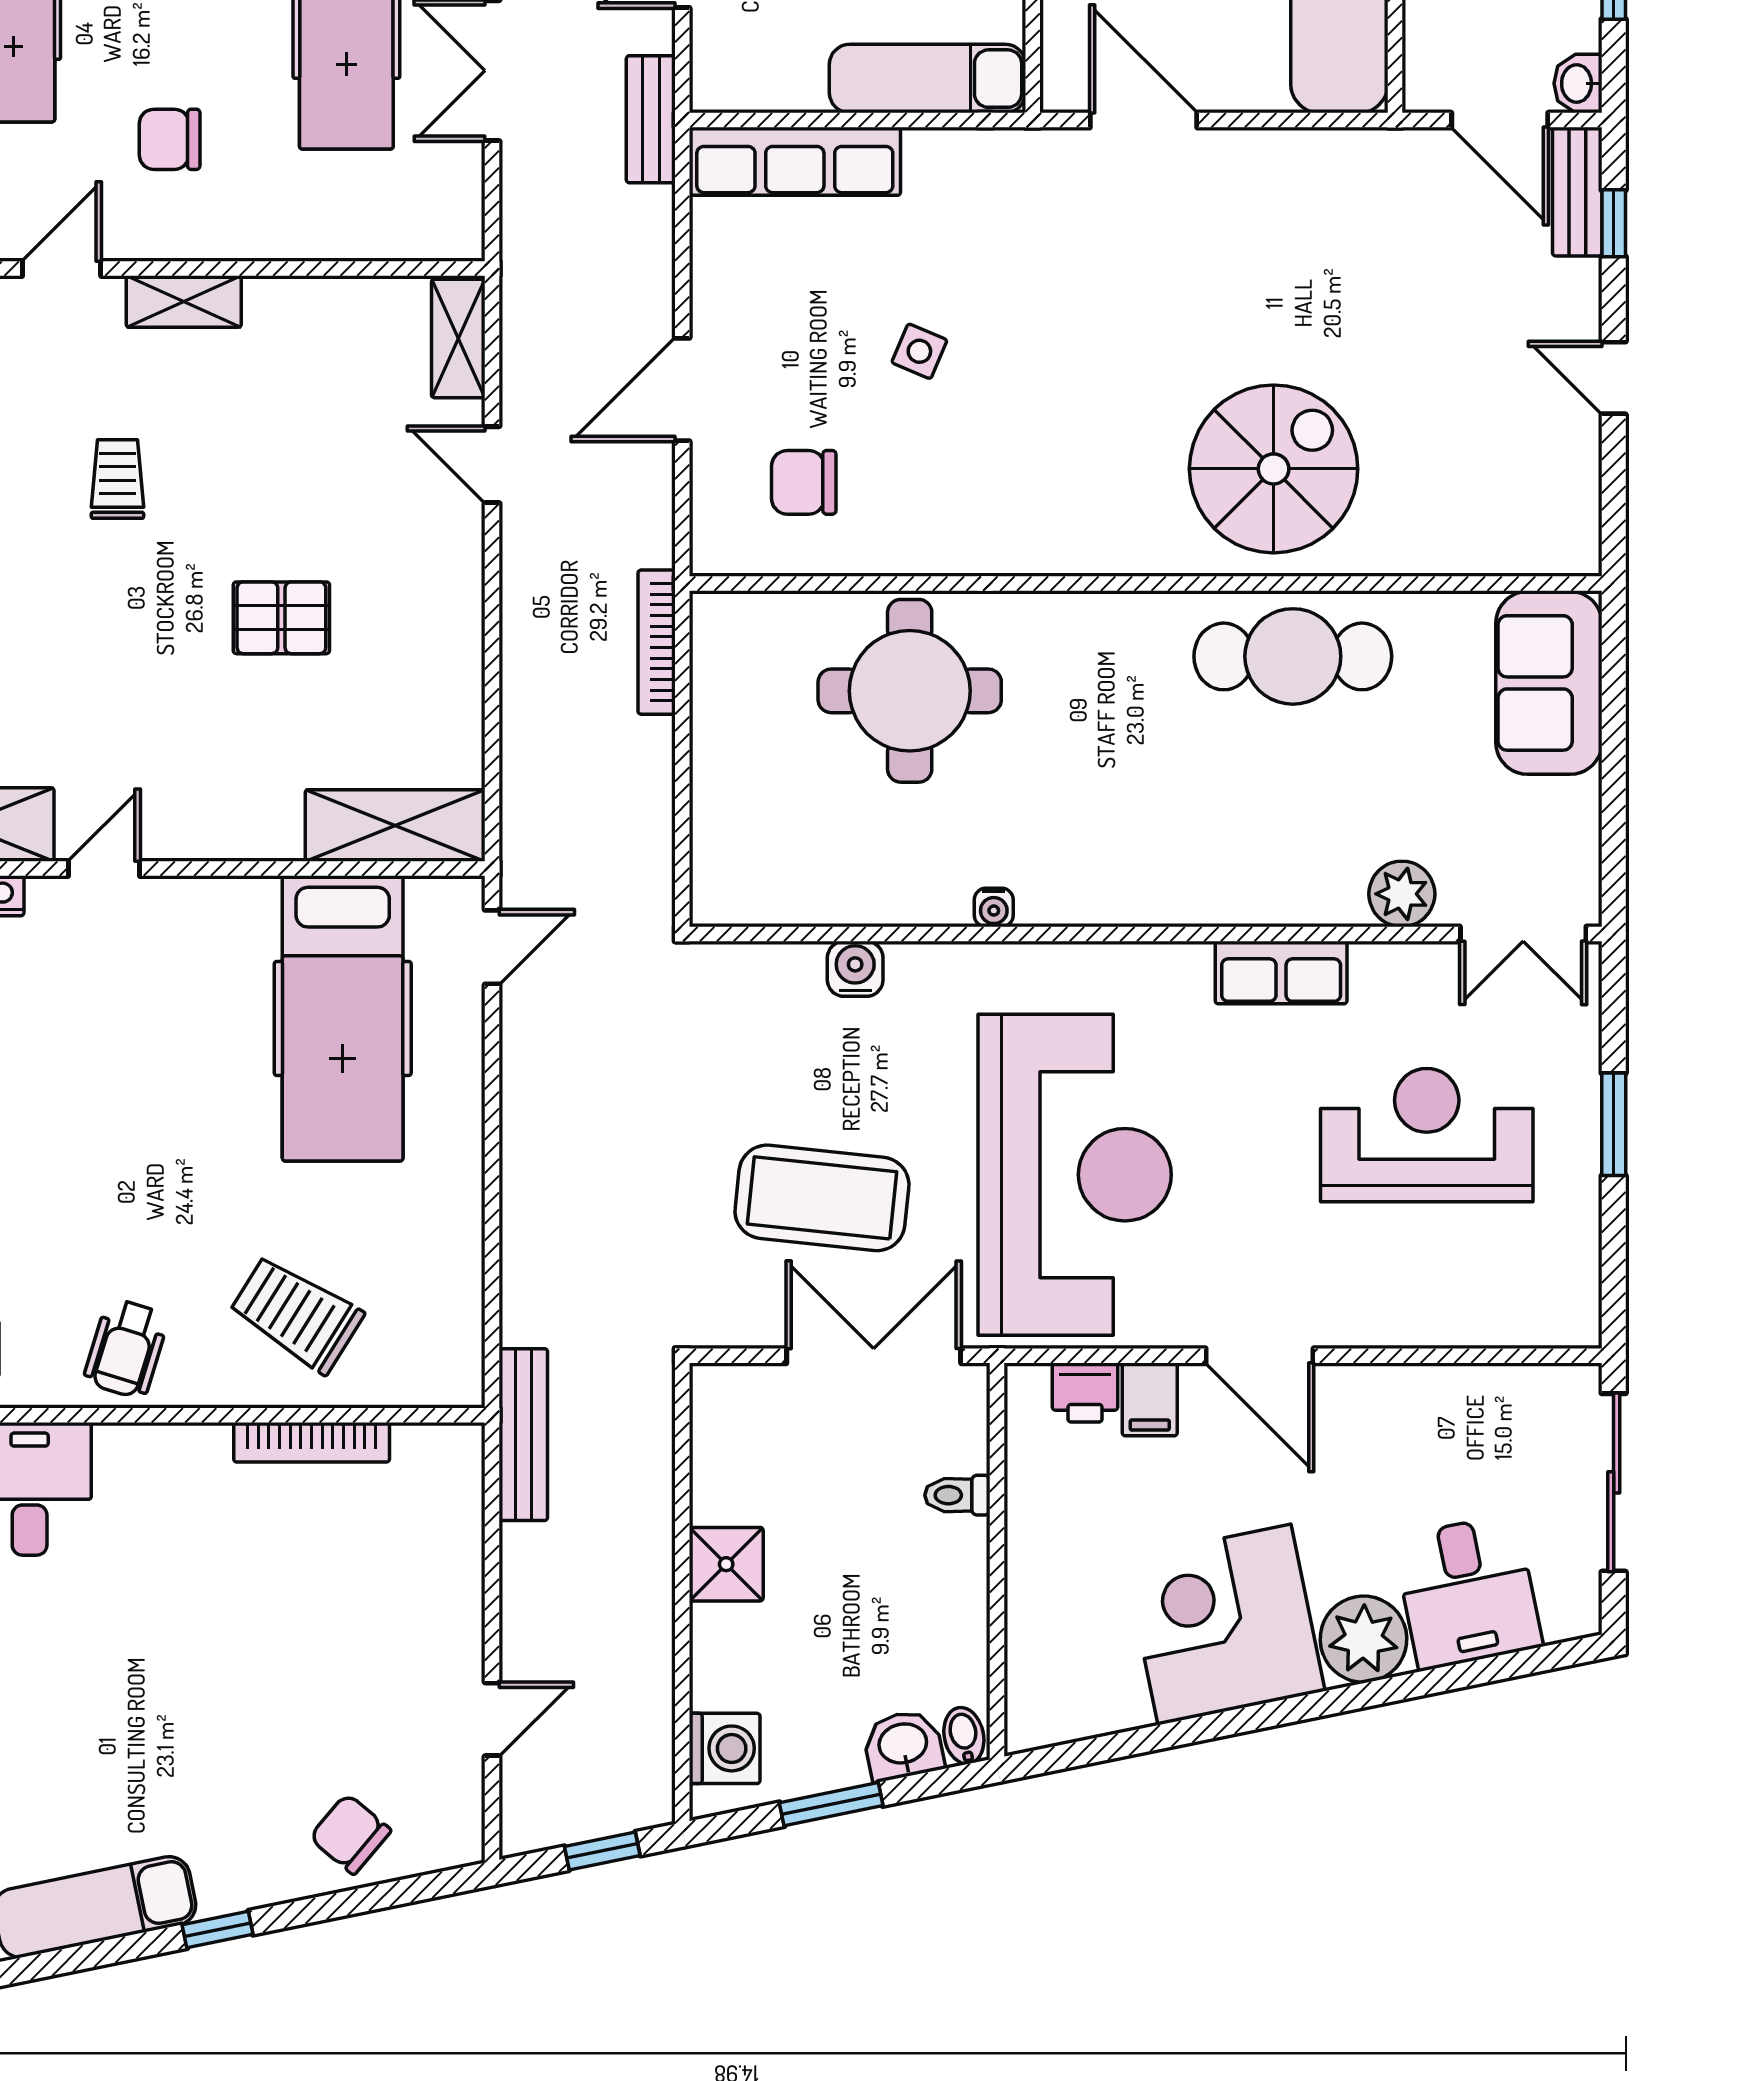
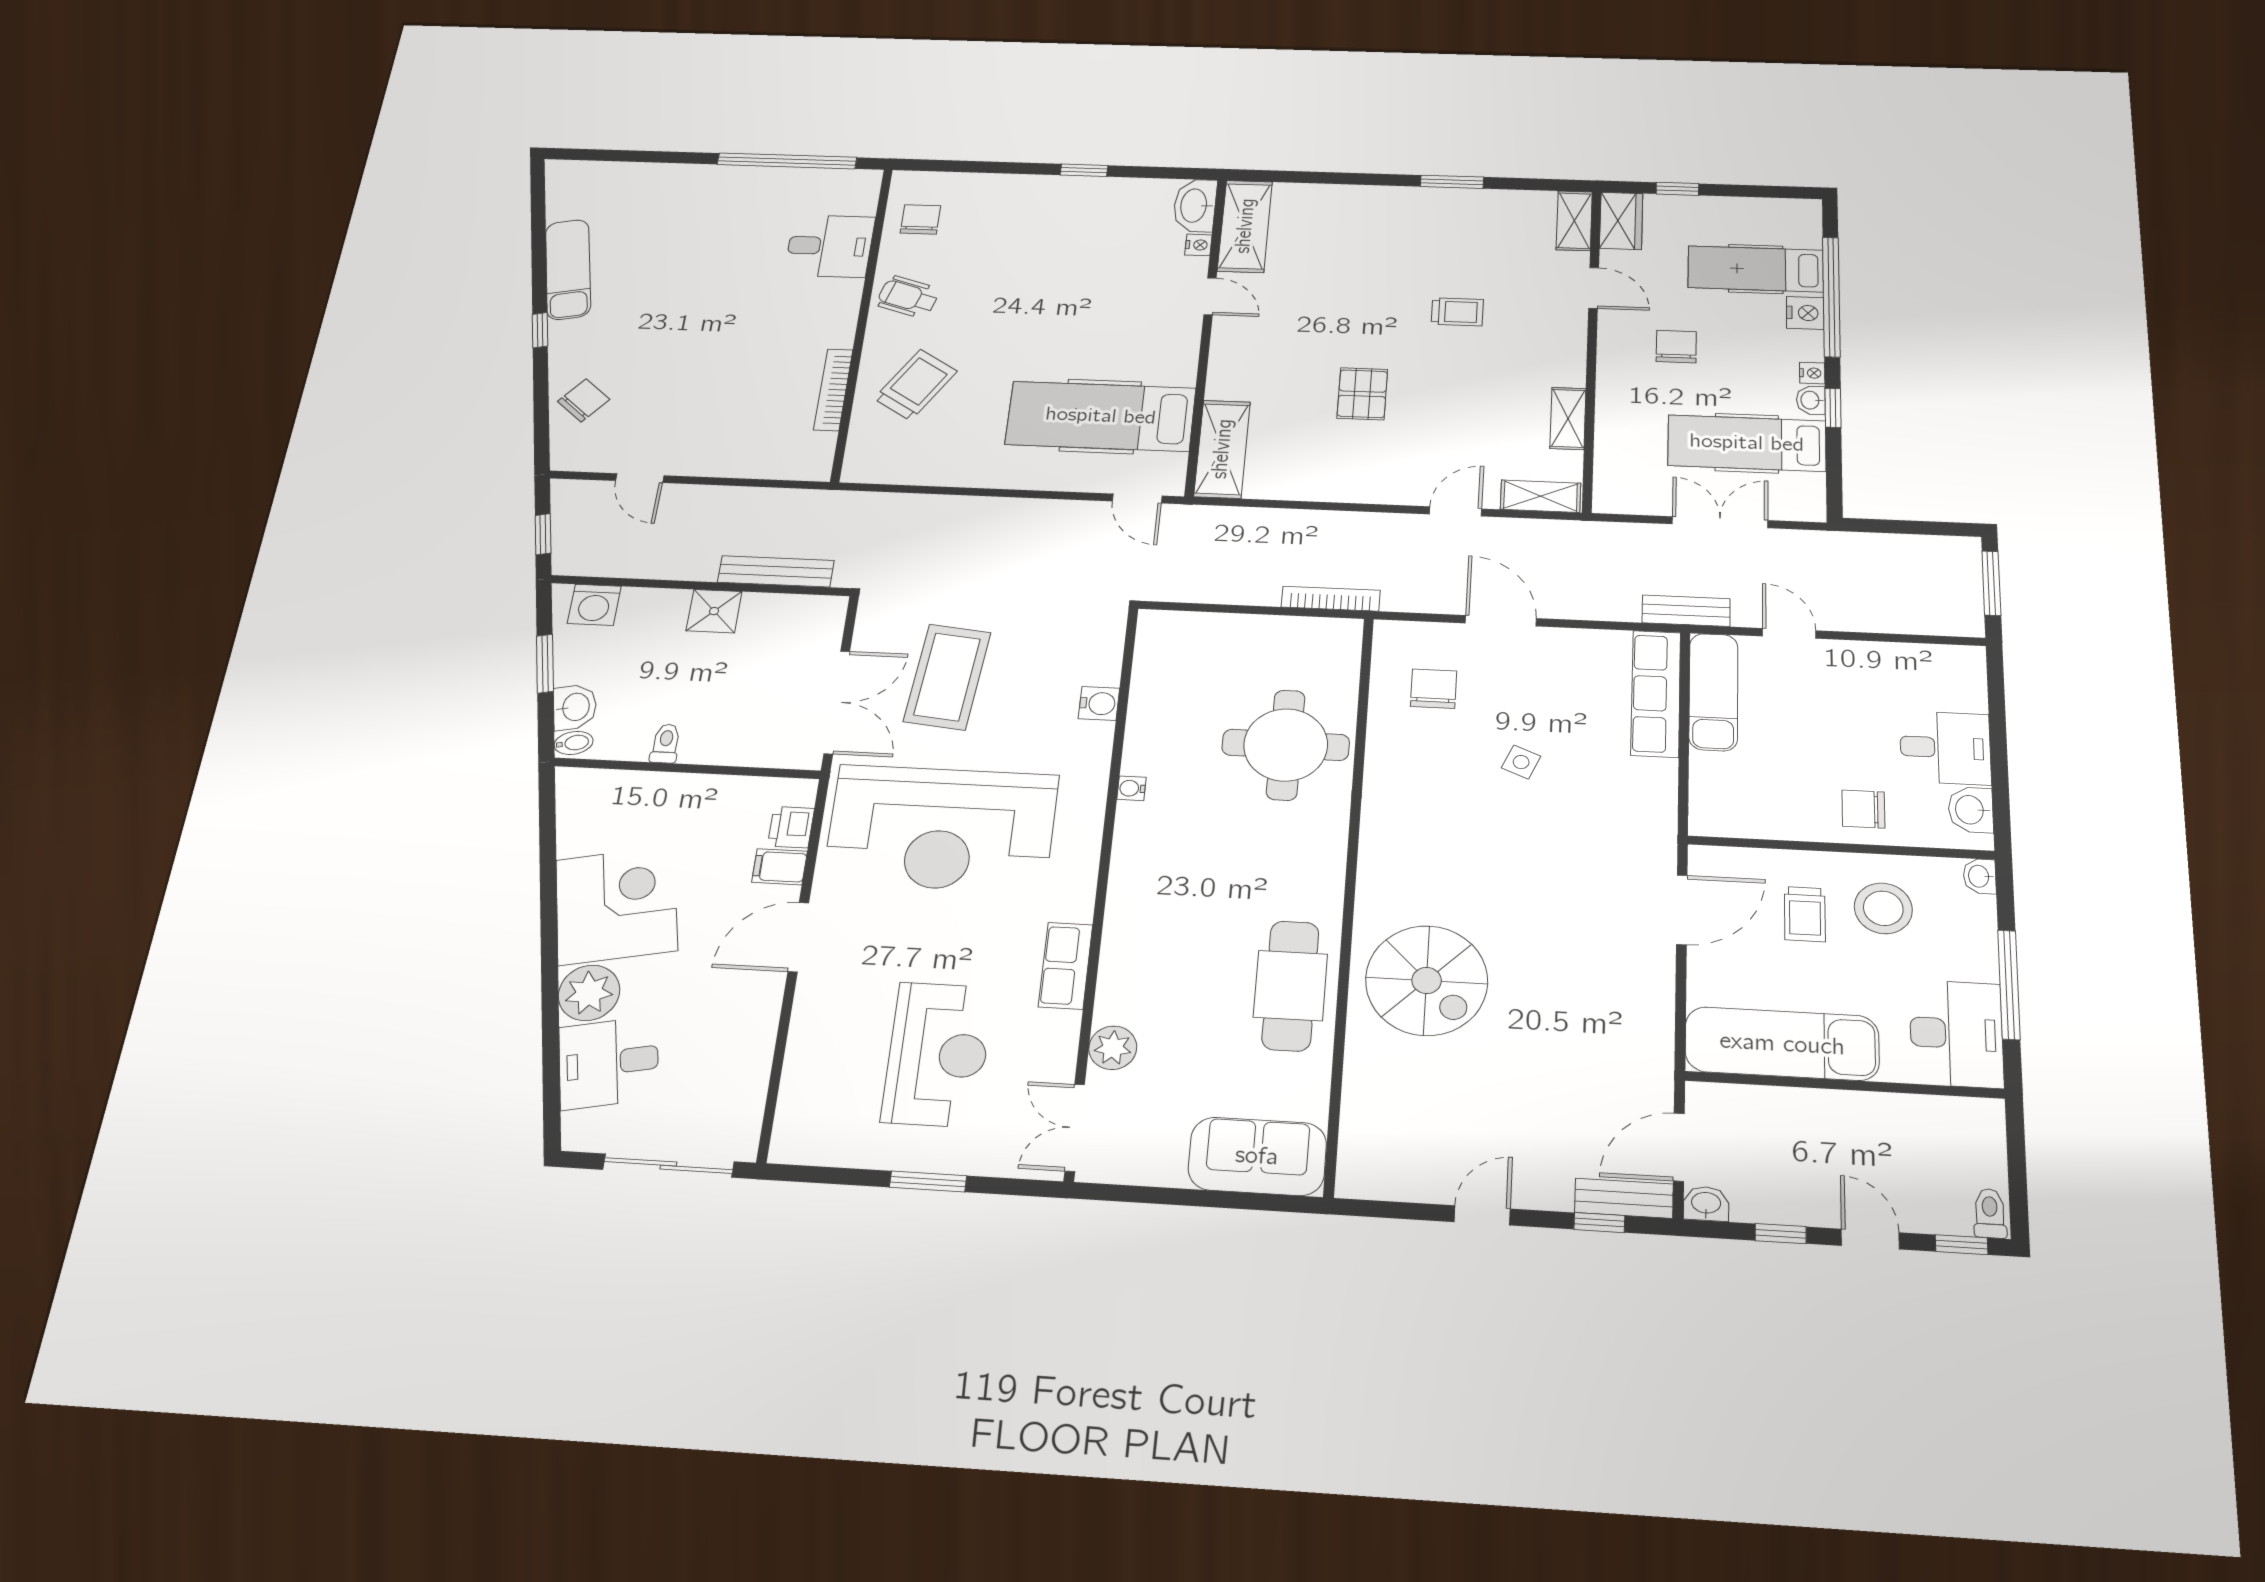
exam couch: (927, 79) -> (1713, 692), moved
shelving: (184, 302) -> (1568, 418), moved
bench: (523, 1435) -> (776, 571), moved
toilet: (957, 1495) -> (666, 744), moved

